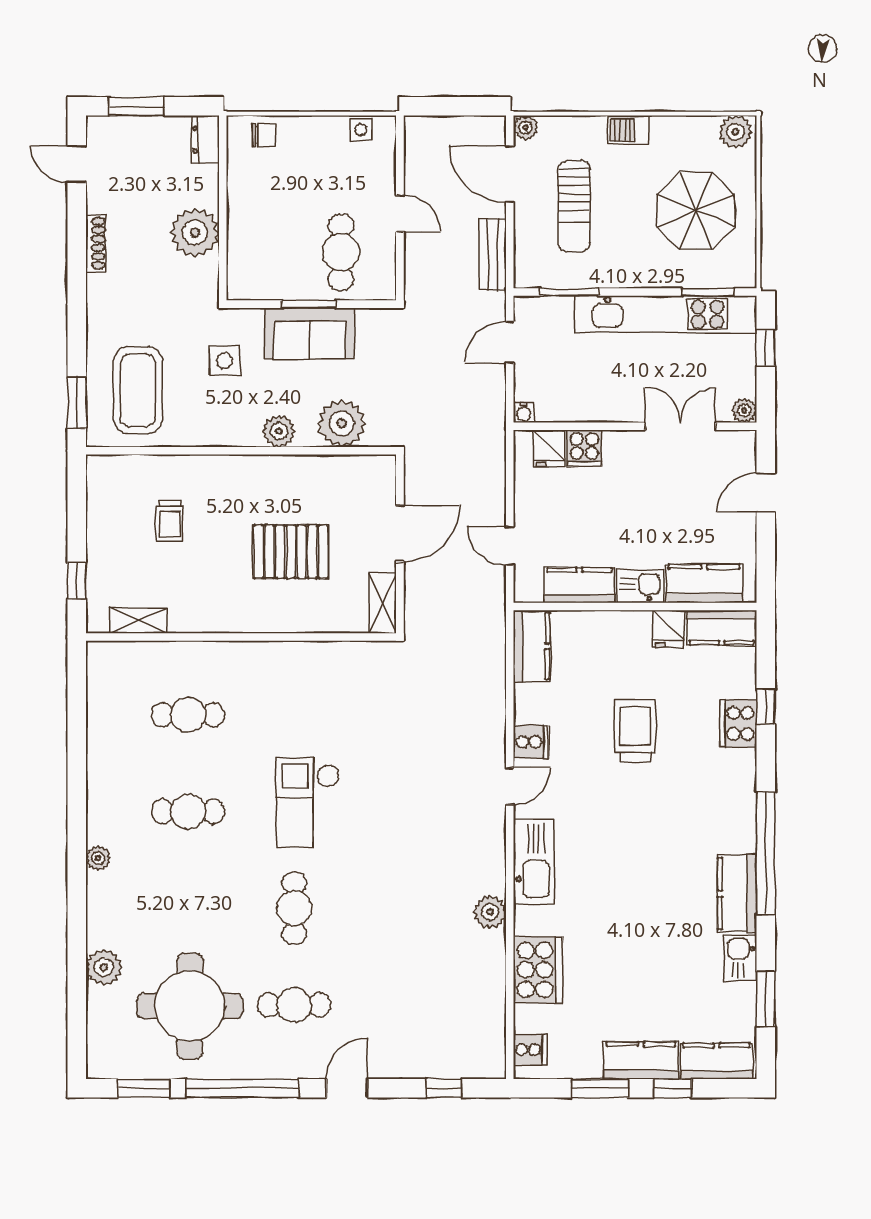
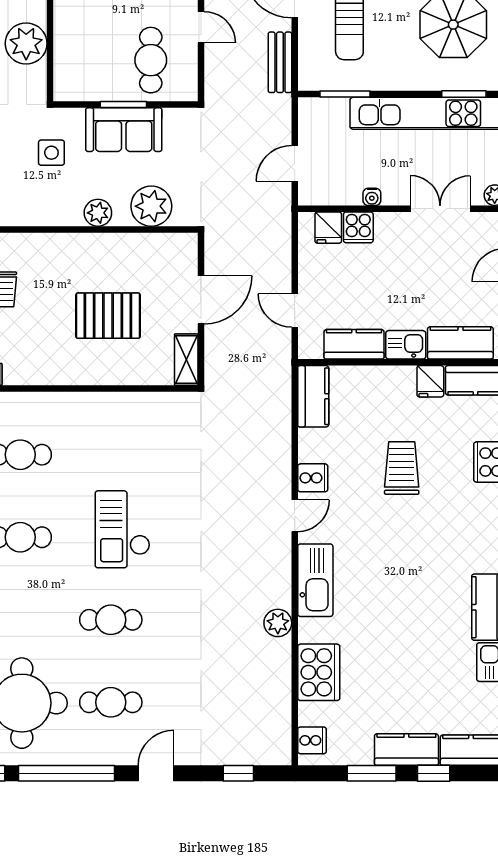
door: (510, 342) -> (295, 163), moved
water cooler: (524, 412) -> (372, 197), moved
cafe table: (294, 908) -> (111, 620), turned 90

